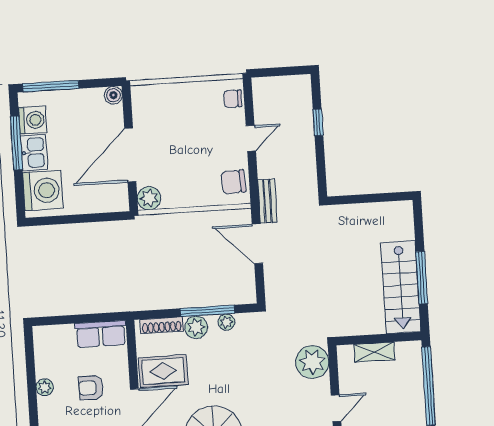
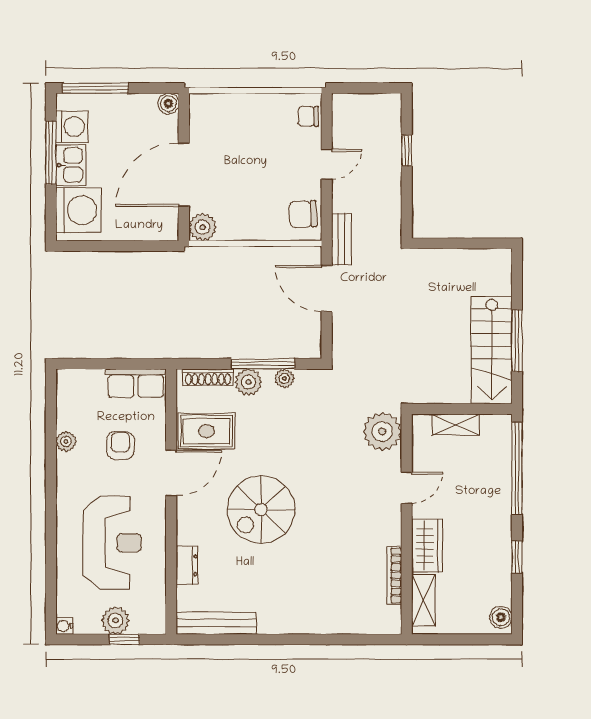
armchair: (91, 388) -> (120, 446), turned 91

